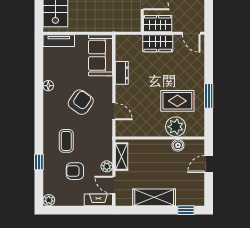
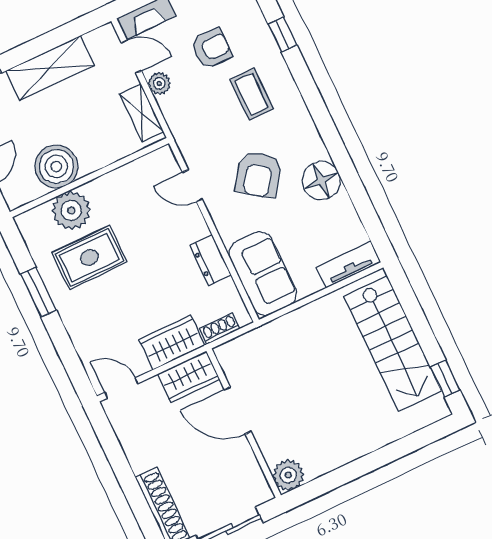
shoe rack: (133, 39) -> (220, 329), added
floor lamp: (48, 86) -> (321, 181), width x1.89, depth x1.89
boiler: (178, 145) -> (56, 166), width x1.86, depth x1.86

